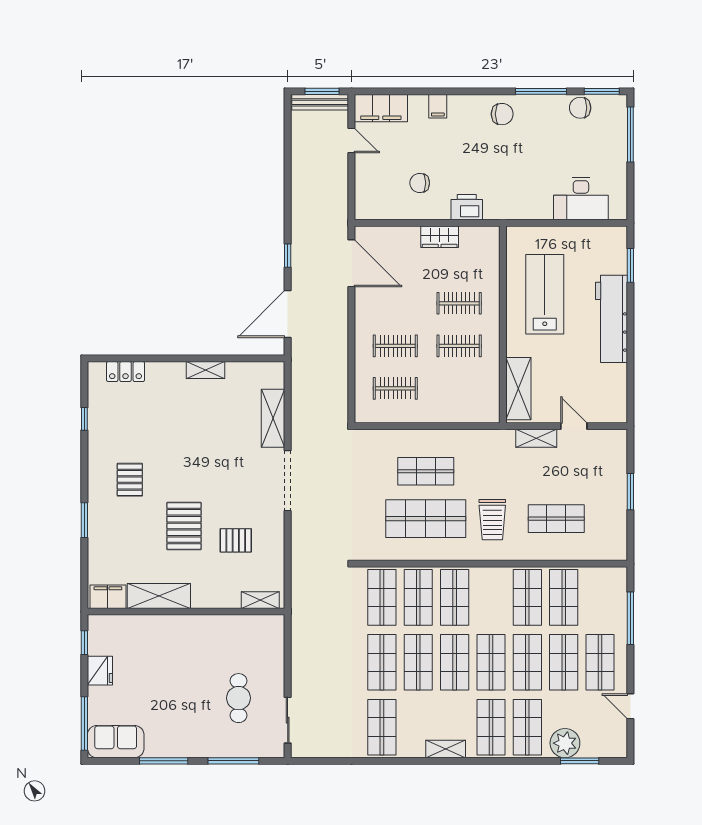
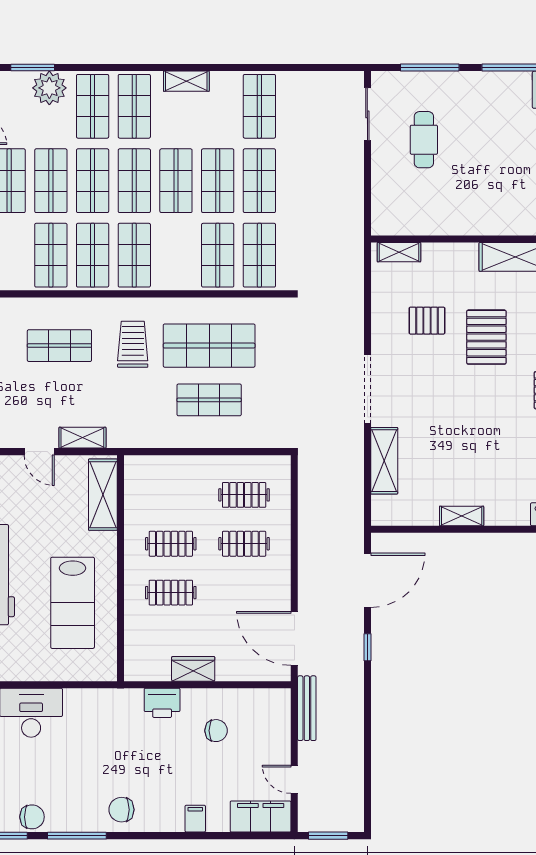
bench: (320, 102) -> (307, 708), moved, turned 90
shop shelf: (455, 597) -> (134, 255), moved

